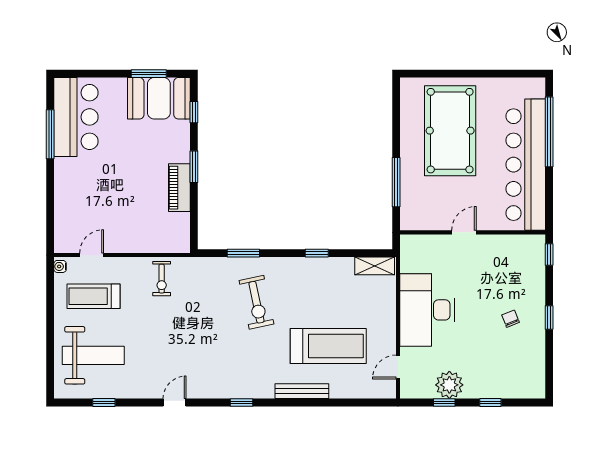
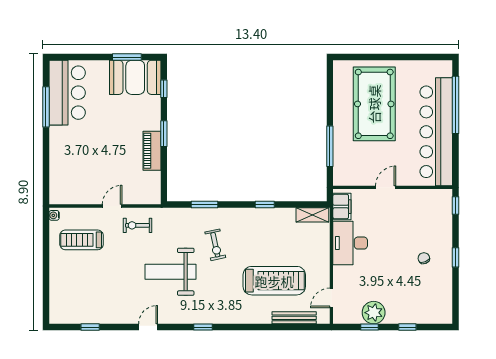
door: (92, 255) -> (112, 206), moved
filing cabinet: (411, 256) -> (342, 207), added
exercise bike: (162, 279) -> (137, 225), turned 90
exercise bike: (256, 302) -> (215, 245), width x0.73, depth x0.72
desk: (427, 310) -> (350, 243), width x0.73, depth x0.77
weight bench: (93, 355) -> (170, 272), moved, turned 180
bench: (302, 391) -> (294, 318), moved

